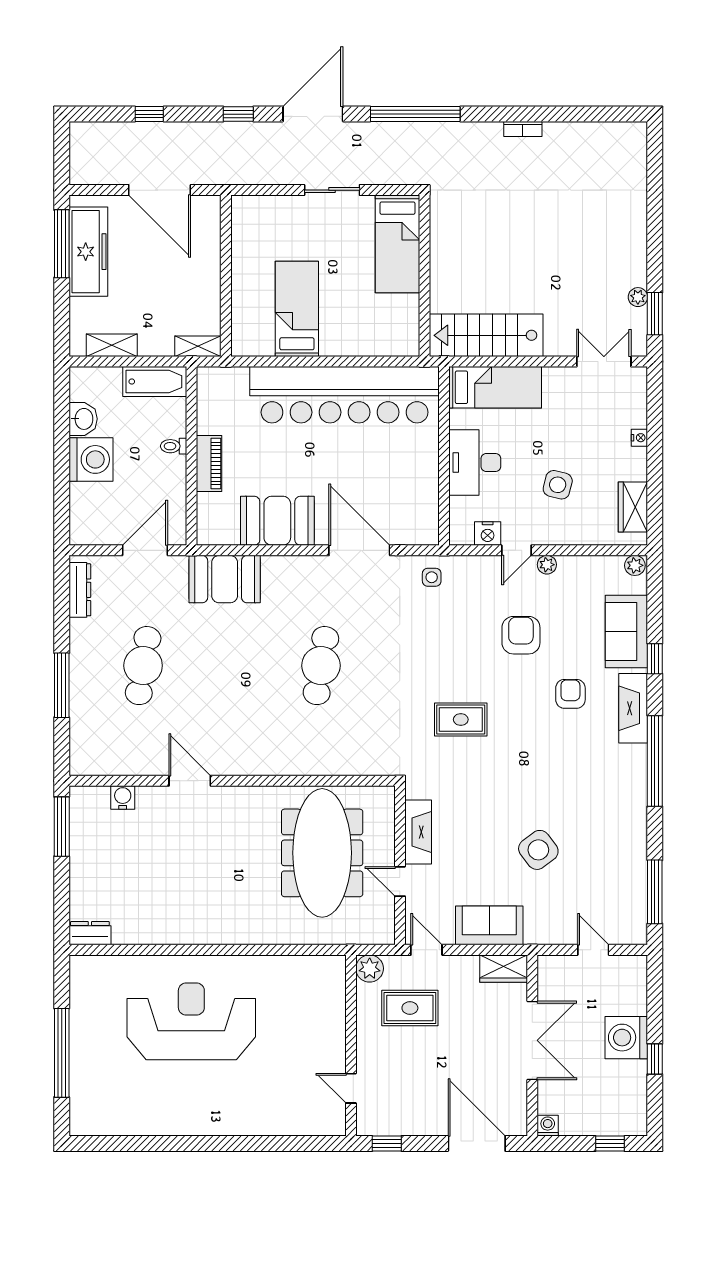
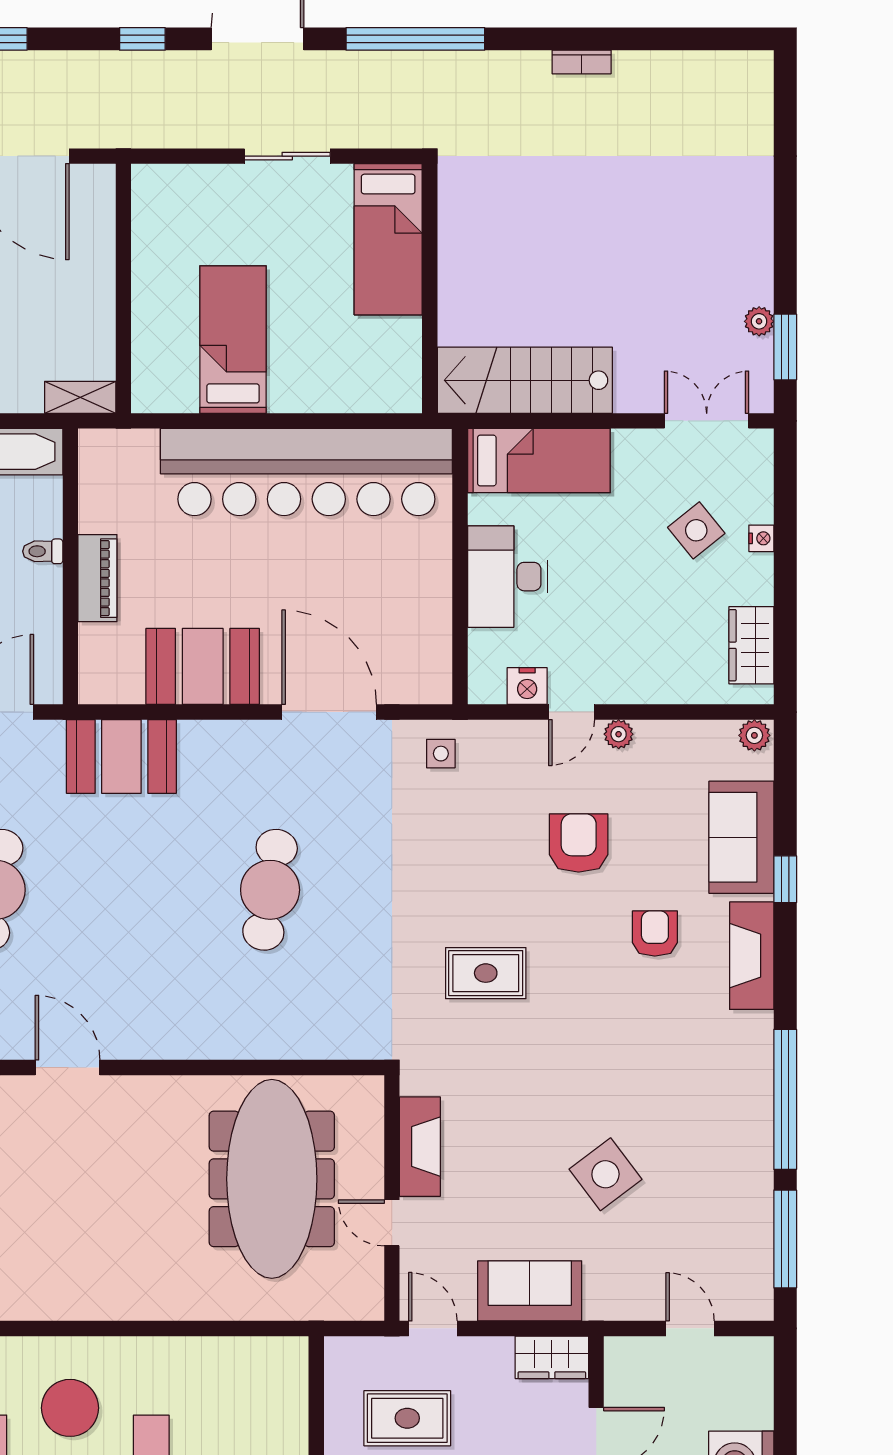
side table: (558, 485) -> (696, 530), moved, turned 37
window: (655, 761) -> (785, 1099), moved
plant: (370, 968) -> (345, 1357), removed

